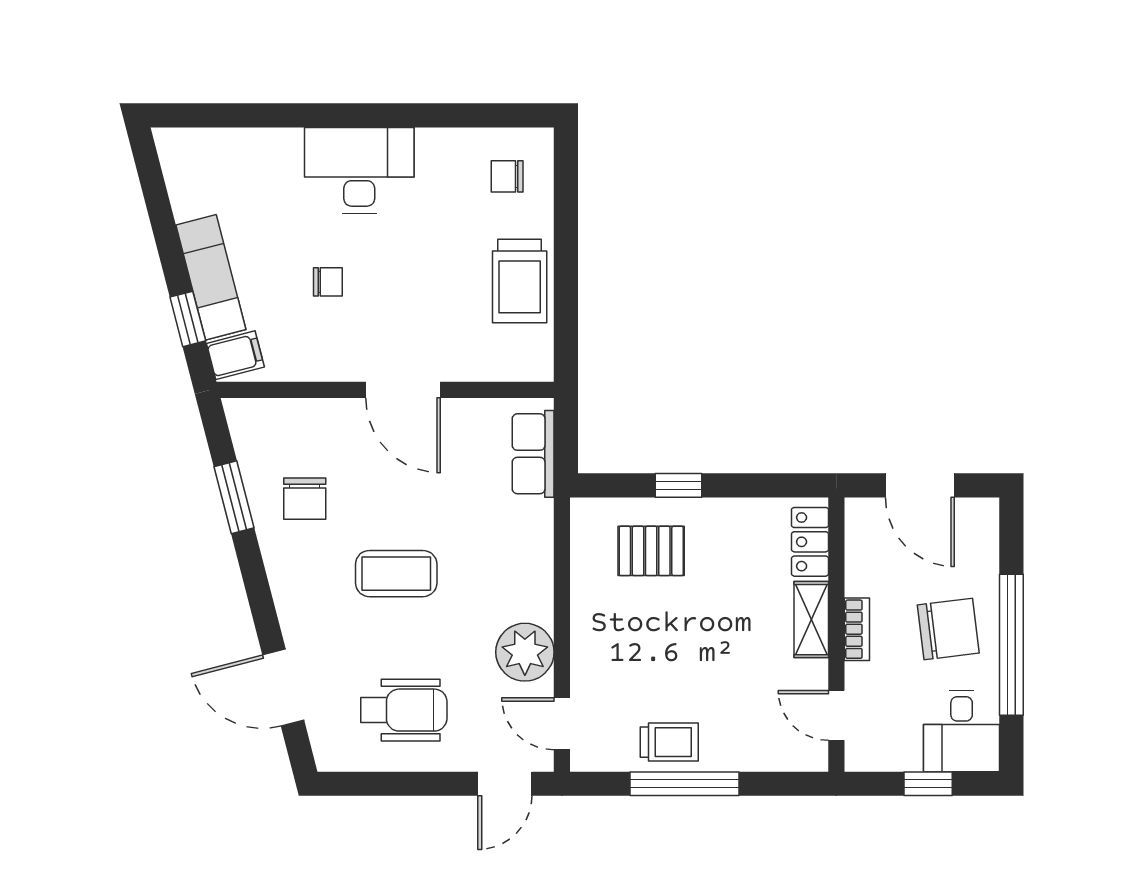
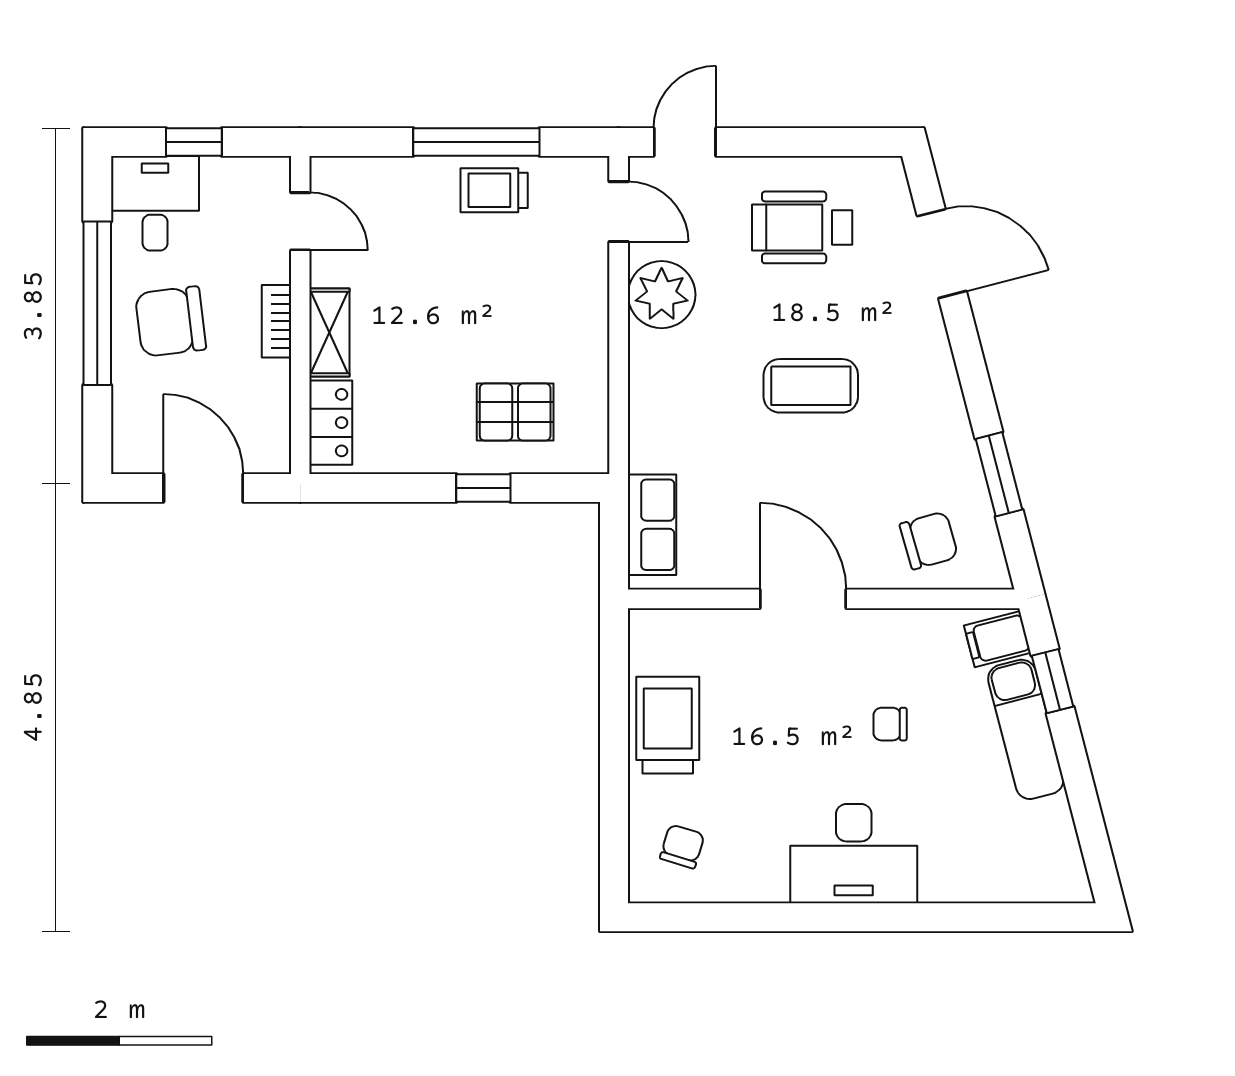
chair: (507, 176) -> (682, 846), turned -73
chair: (305, 499) -> (929, 540), moved, turned 74

